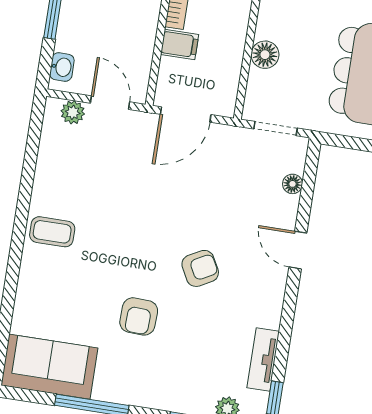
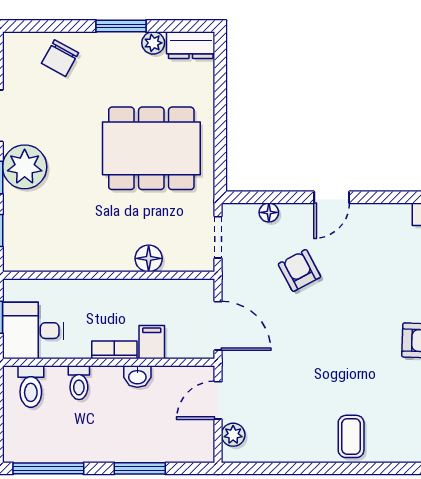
washbasin: (62, 67) -> (137, 376), moved, turned 180
armchair: (200, 268) -> (299, 270), moved

